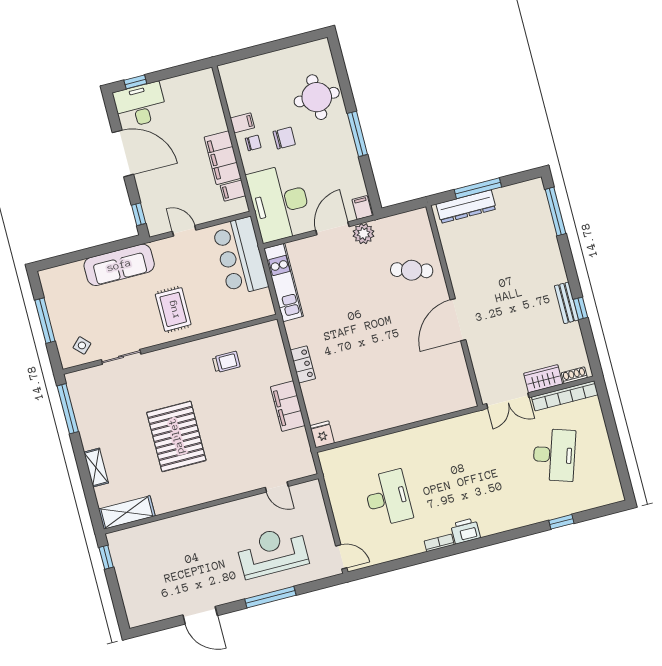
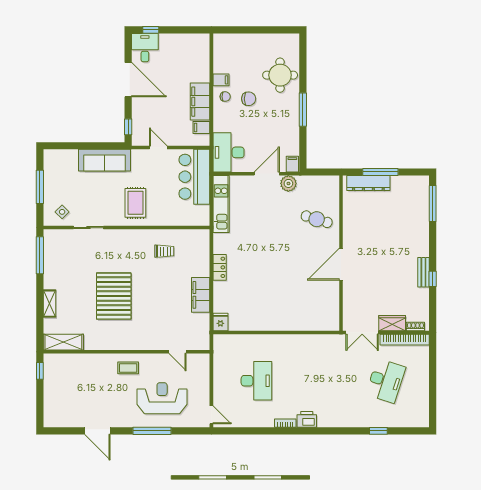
desk: (140, 105) -> (145, 48), width x0.73
desk: (280, 203) -> (229, 152), width x0.73, depth x0.77
coffee table: (219, 524) -> (128, 368), added

